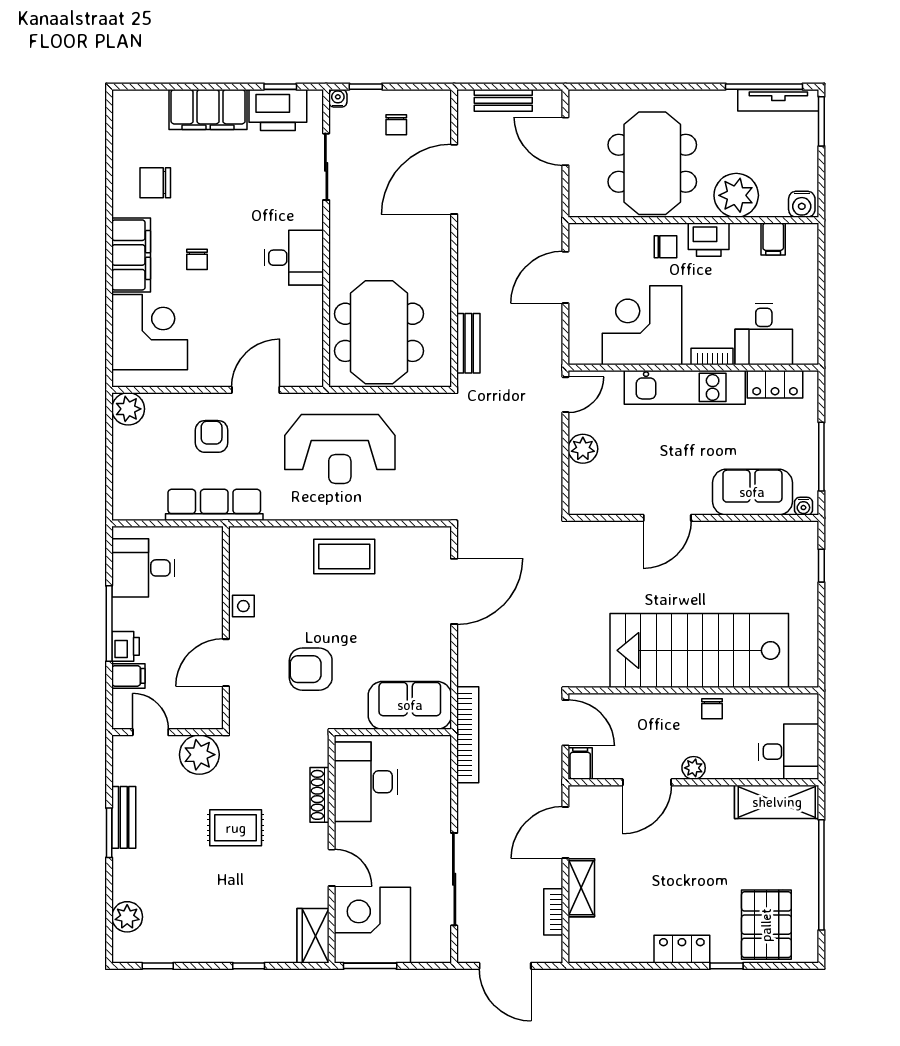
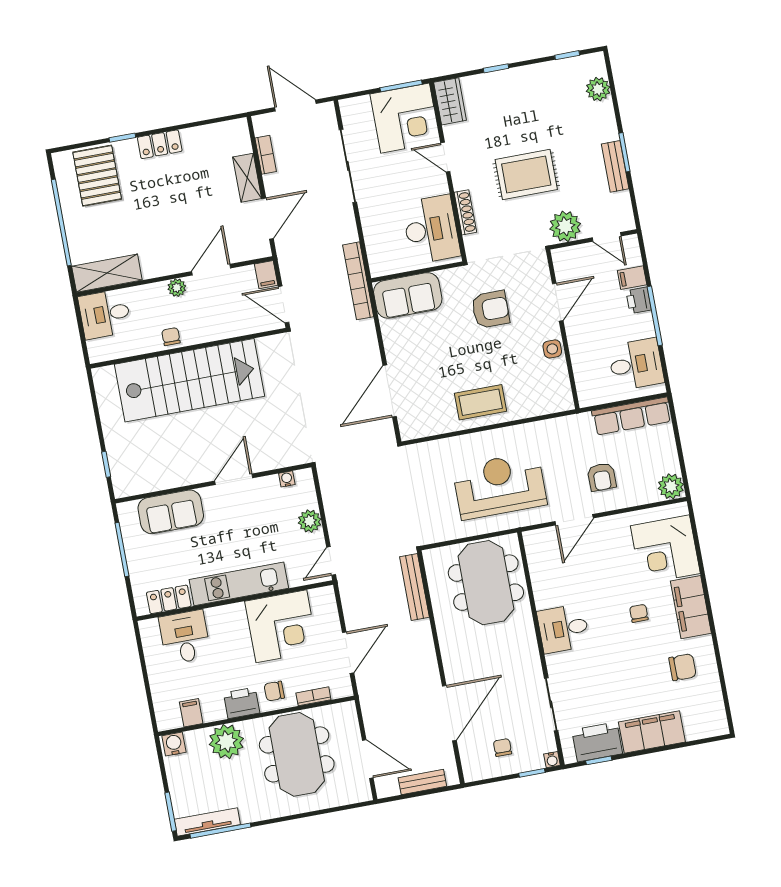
bench: (468, 343) -> (414, 587), width x1.36
bookcase: (712, 356) -> (313, 696), moved, turned 180
row of seats: (214, 505) -> (632, 416), moved
water cooler: (803, 506) -> (287, 479), moved
rug: (236, 828) -> (526, 174), width x1.36, depth x1.43

